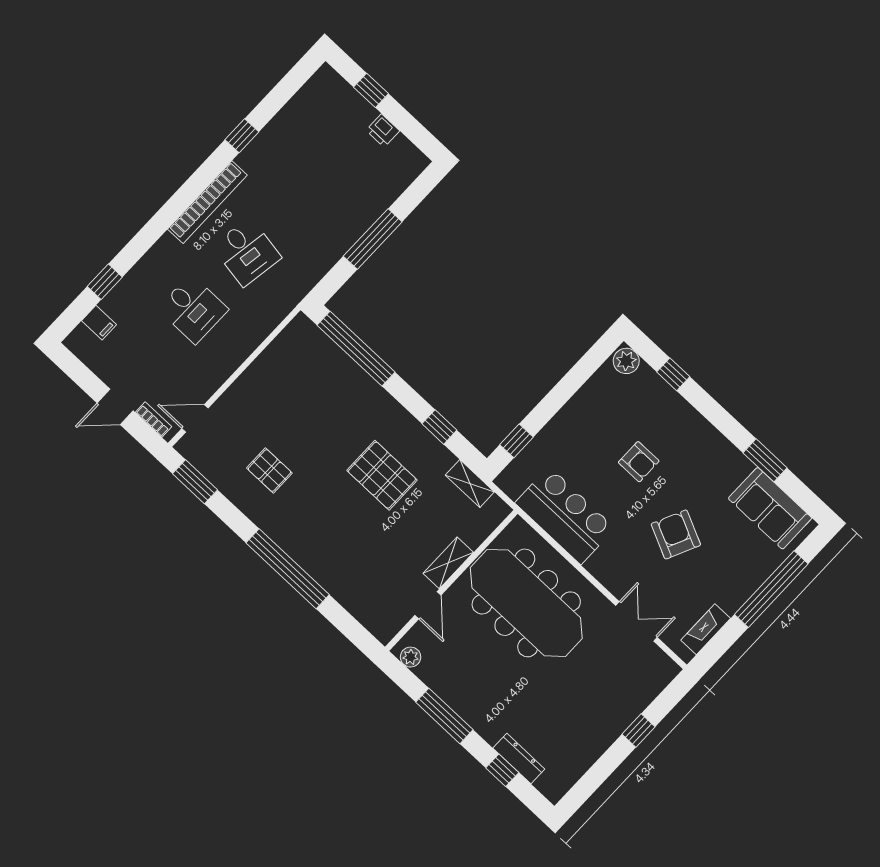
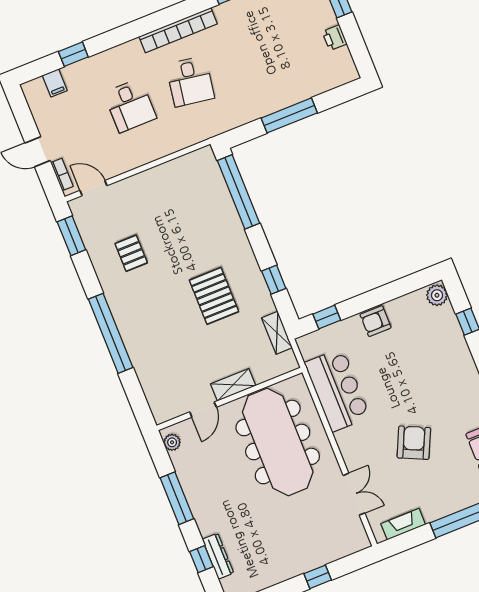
armchair: (639, 462) -> (376, 321), moved, turned 90

